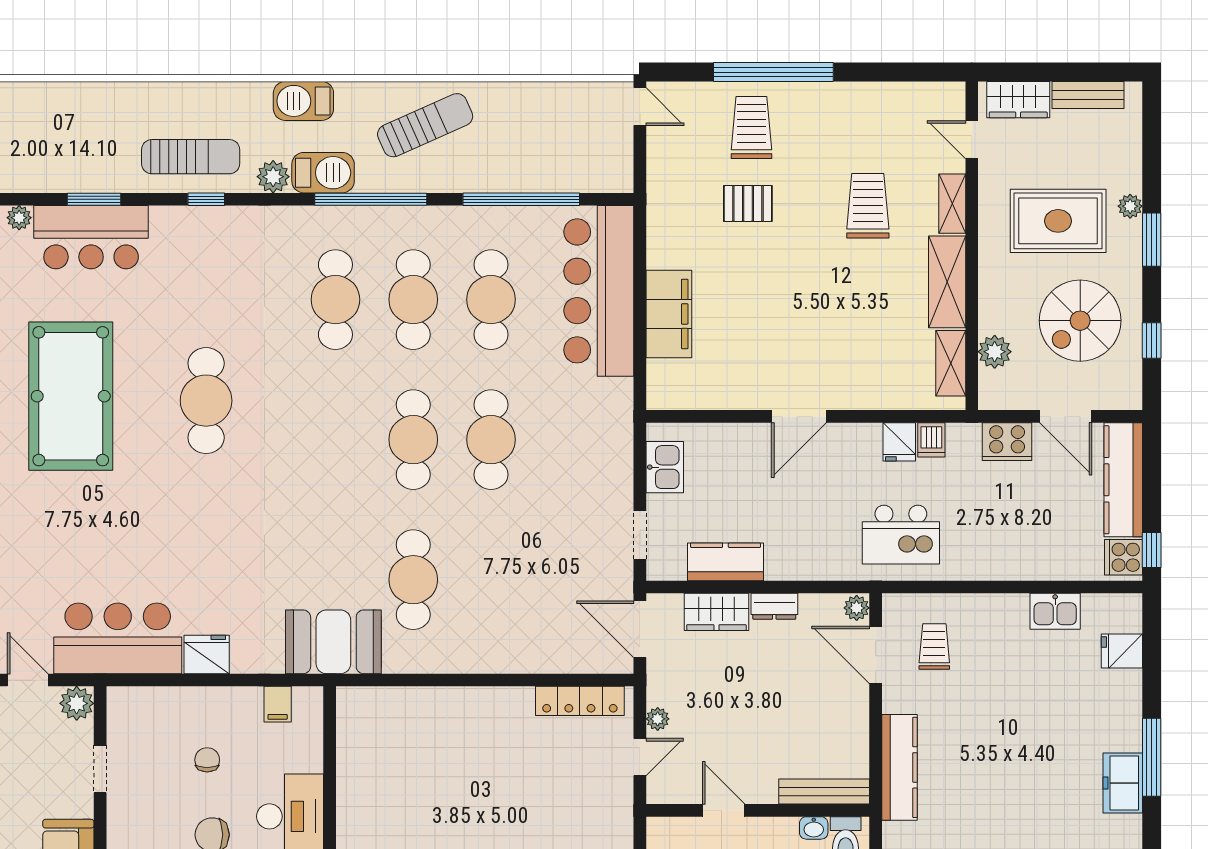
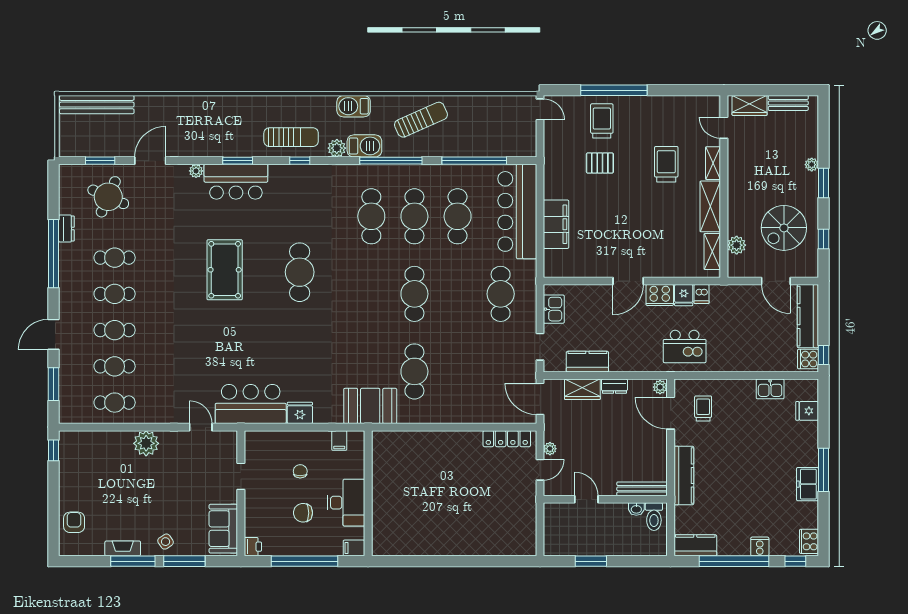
rug: (1058, 221) -> (772, 173), removed
pool table: (71, 396) -> (225, 270), width x0.73, depth x0.76
cafe table: (491, 440) -> (501, 294), moved
cooker: (1007, 442) -> (660, 295), moved
plant: (77, 703) -> (228, 440), removed

